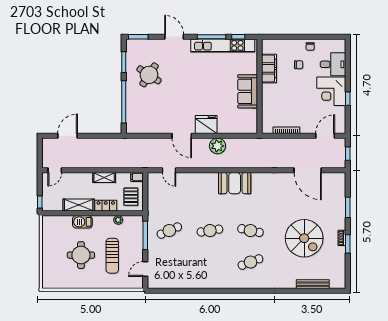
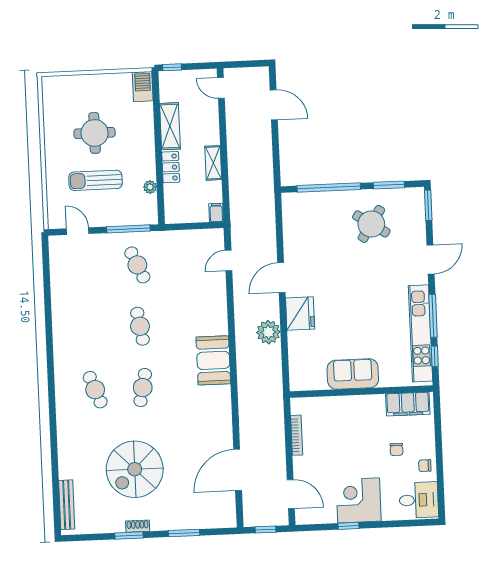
desk: (333, 64) -> (419, 500), moved, turned -90
filing cabinet: (269, 68) -> (408, 404), moved
pallet: (131, 197) -> (186, 205), removed
barbecue: (82, 222) -> (143, 87), moved
bench: (313, 284) -> (67, 505), moved

